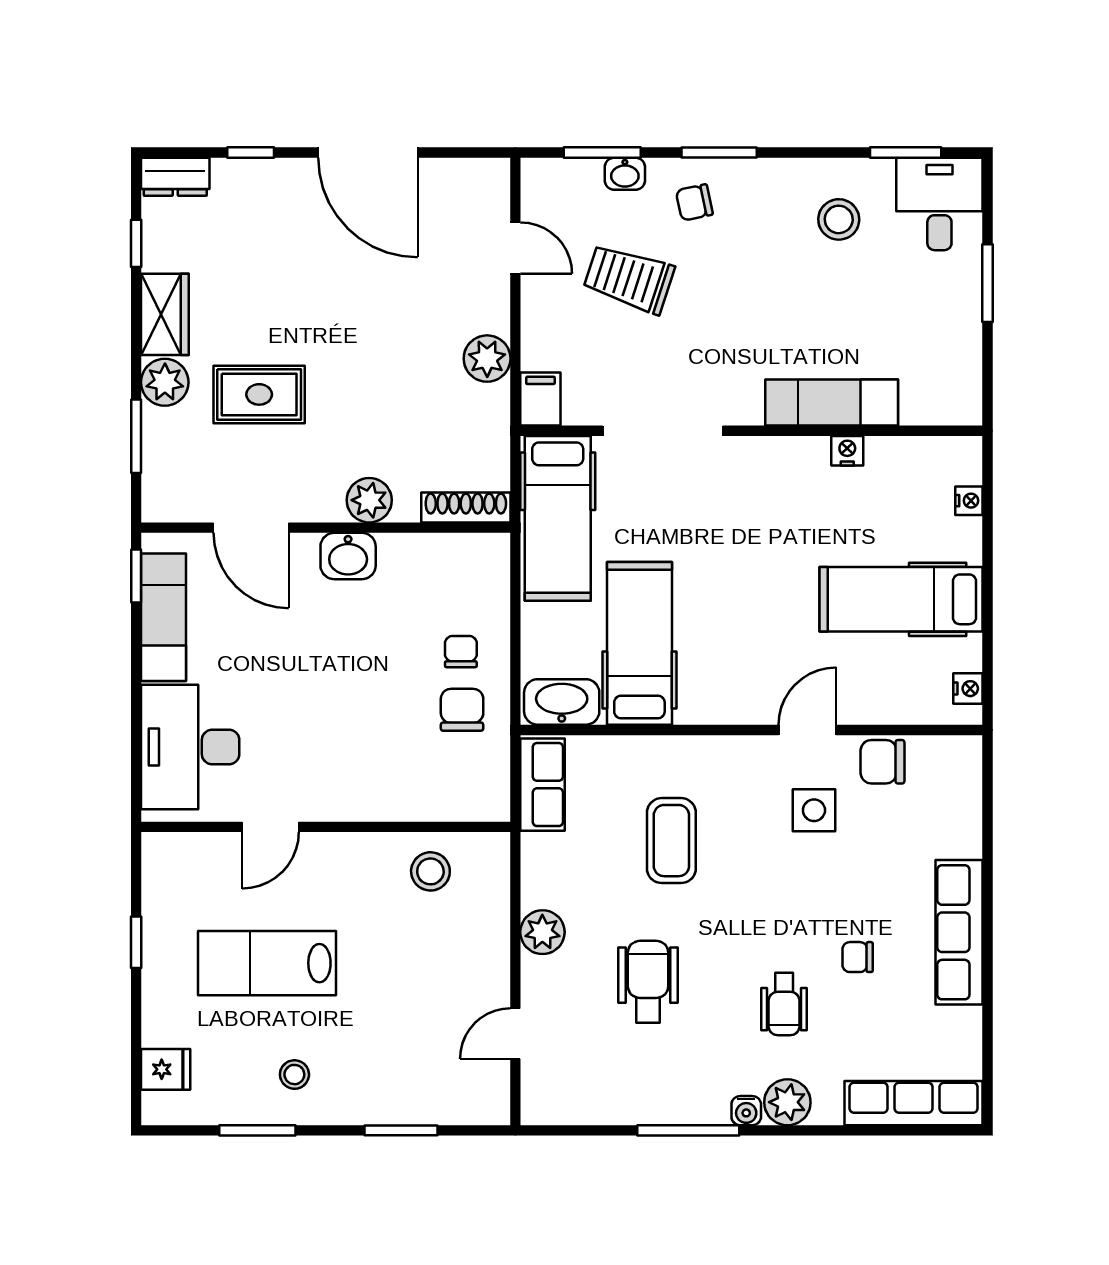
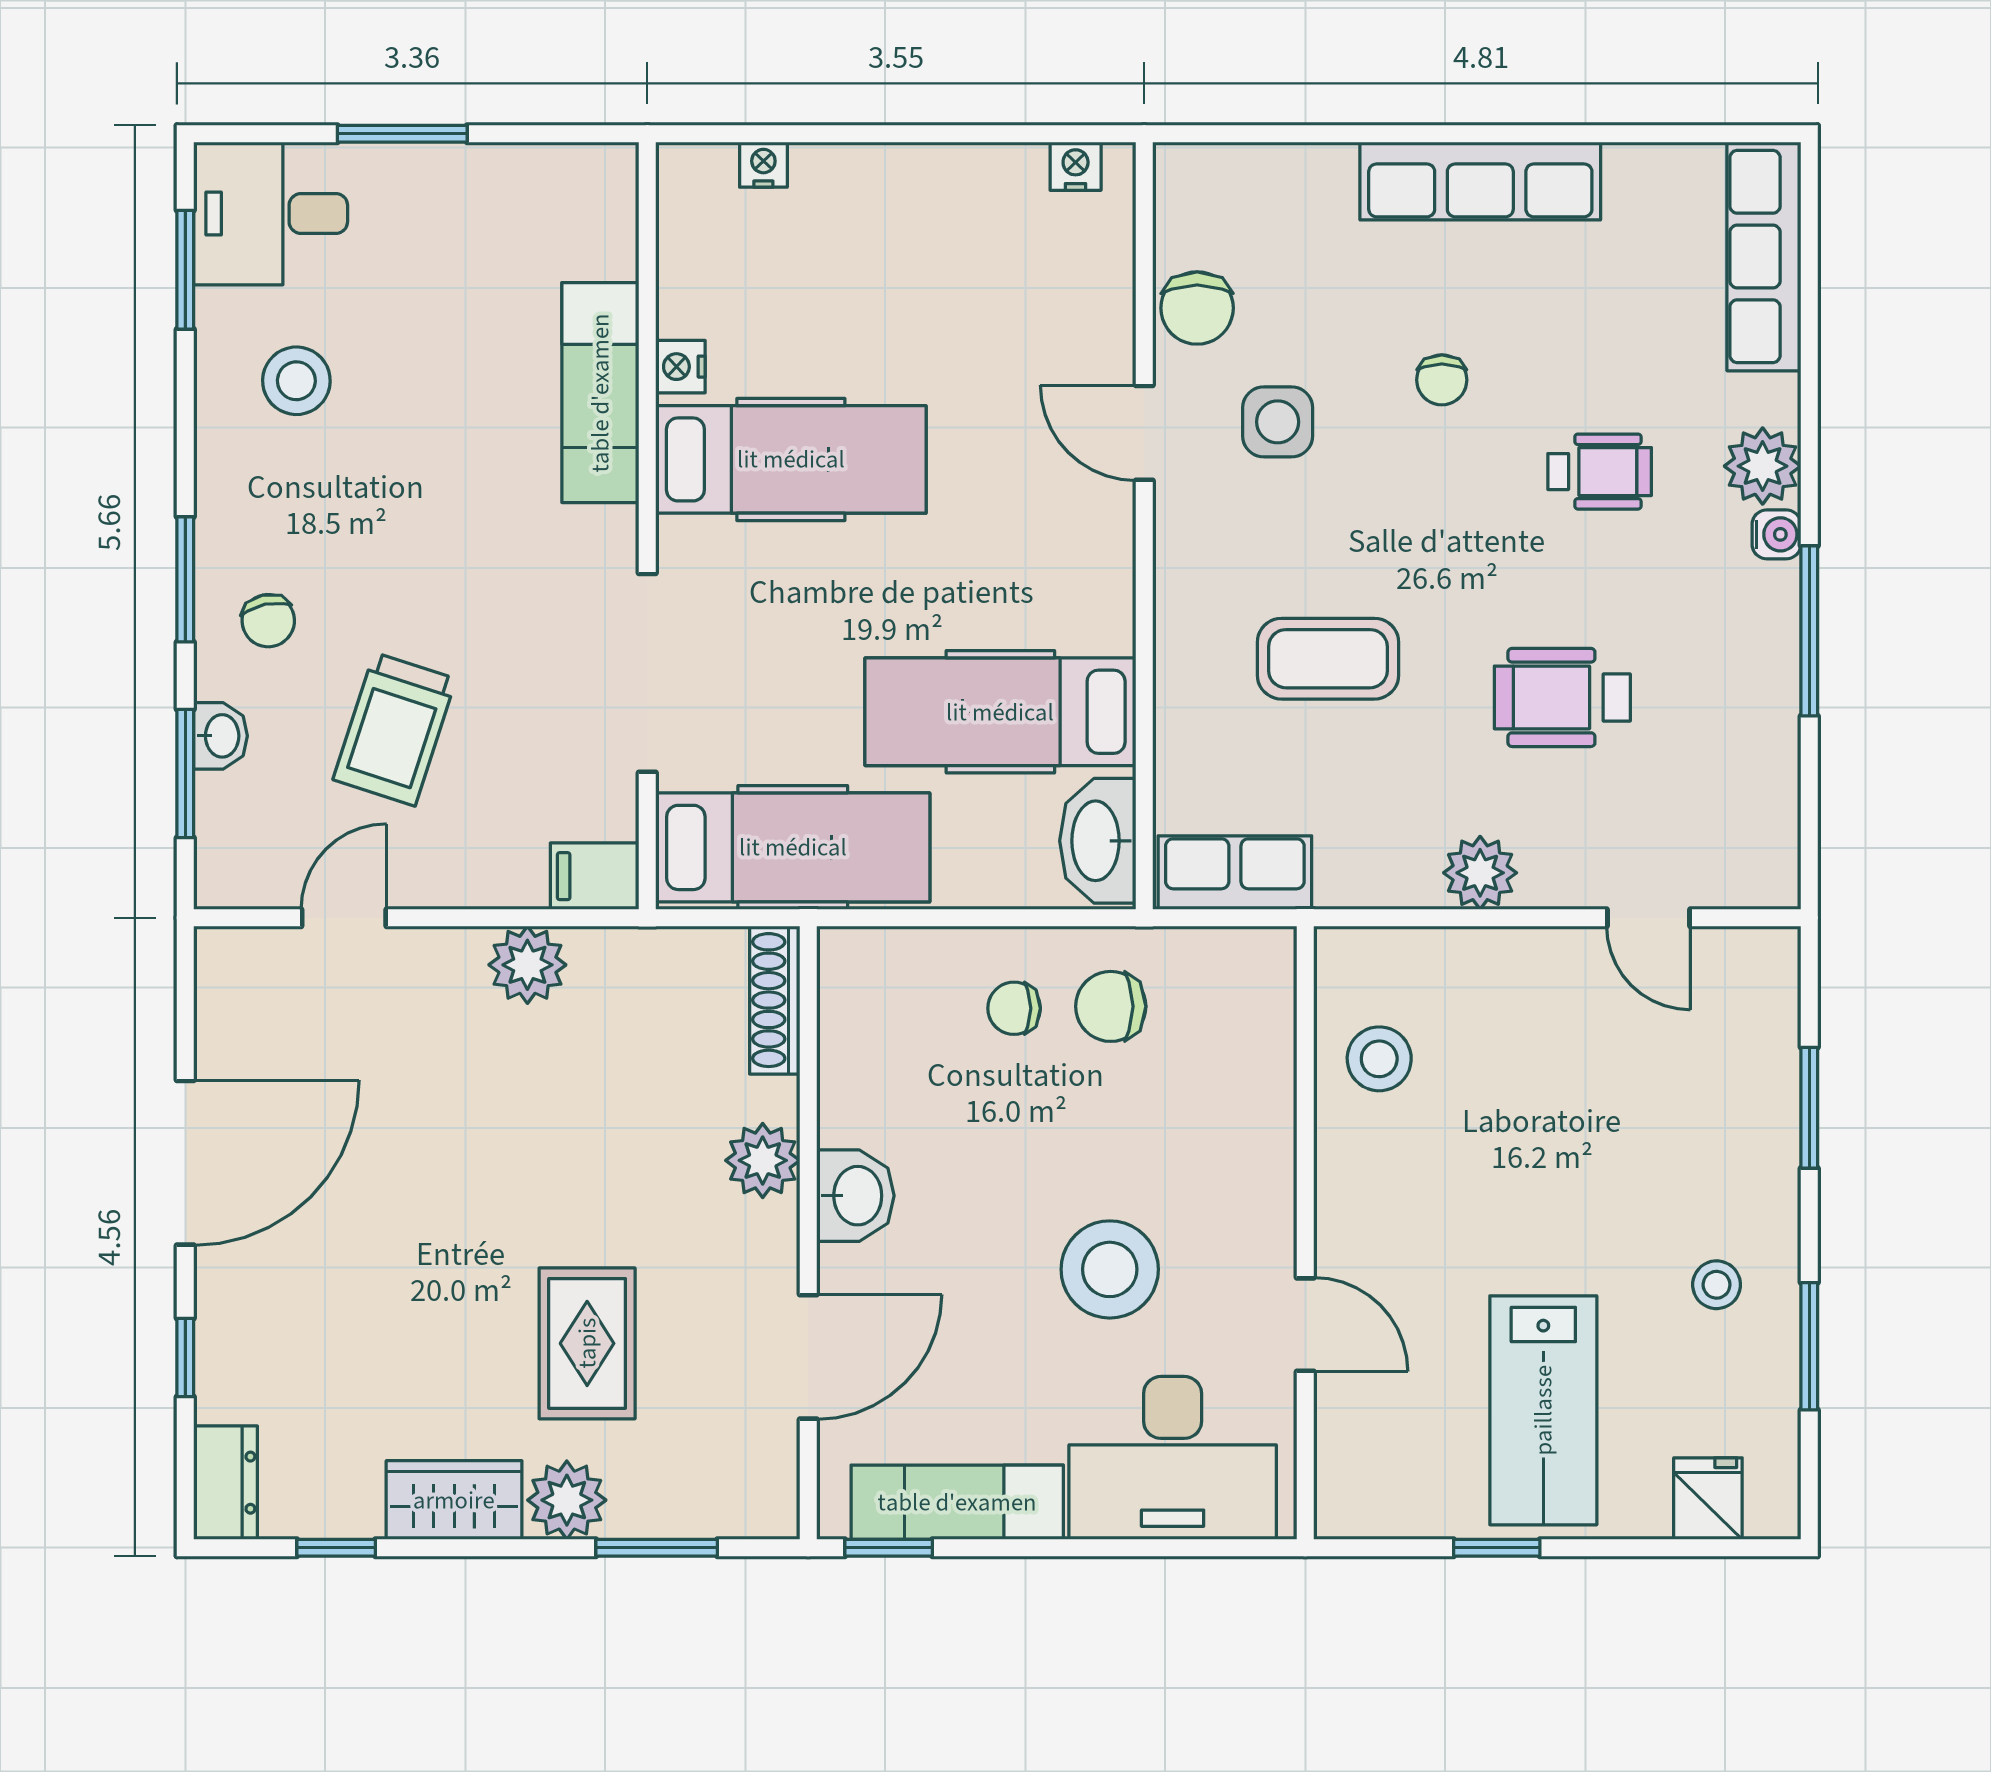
hospital bed: (901, 599) -> (791, 459), moved, turned -90
stool: (304, 709) -> (1110, 1269), added
chair: (858, 957) -> (1442, 380), moved
lab bench: (267, 963) -> (1543, 1410), moved

